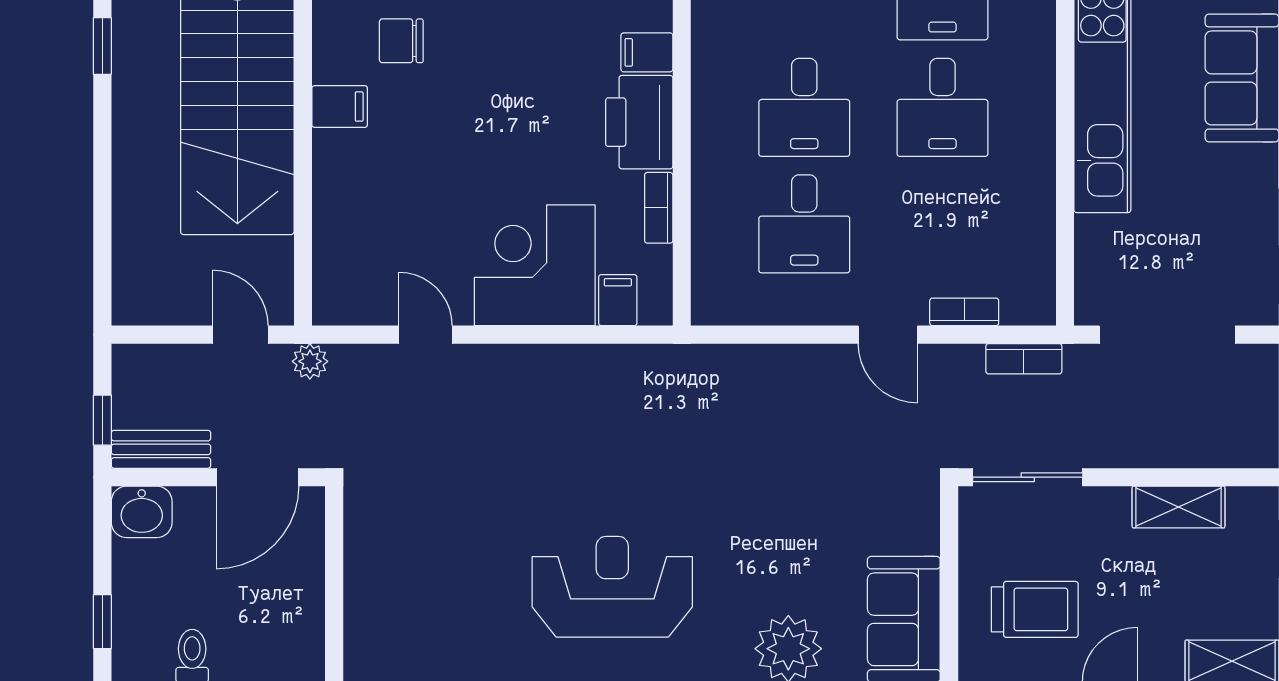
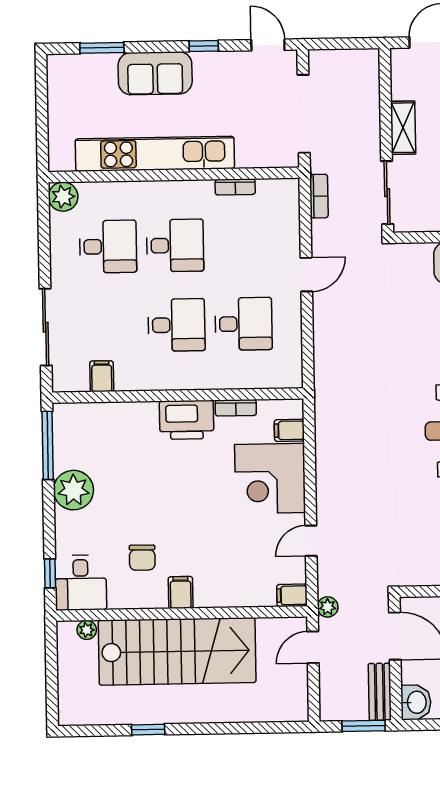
filing cabinet: (647, 52) -> (292, 595), moved, turned 90
bookcase: (964, 312) -> (235, 187), moved, turned -90
window: (102, 420) -> (364, 726), width x1.50
shelving: (1179, 507) -> (403, 128), moved

